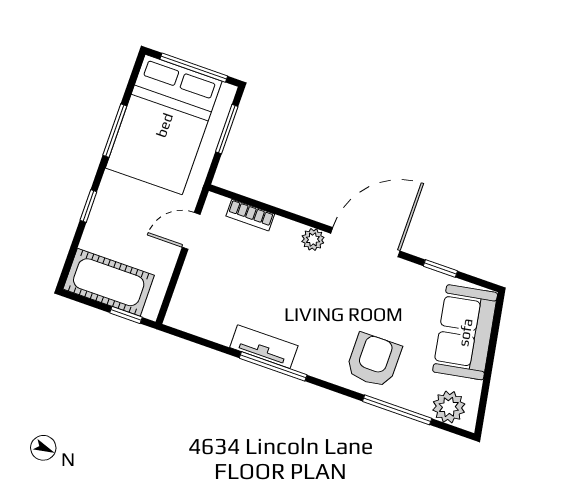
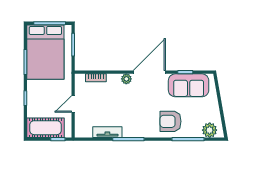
door: (191, 231) -> (73, 104), moved
sofa: (465, 332) -> (189, 85), moved, turned -80
tv unit: (264, 347) -> (107, 132), moved
armchair: (374, 360) -> (170, 121), turned -90

